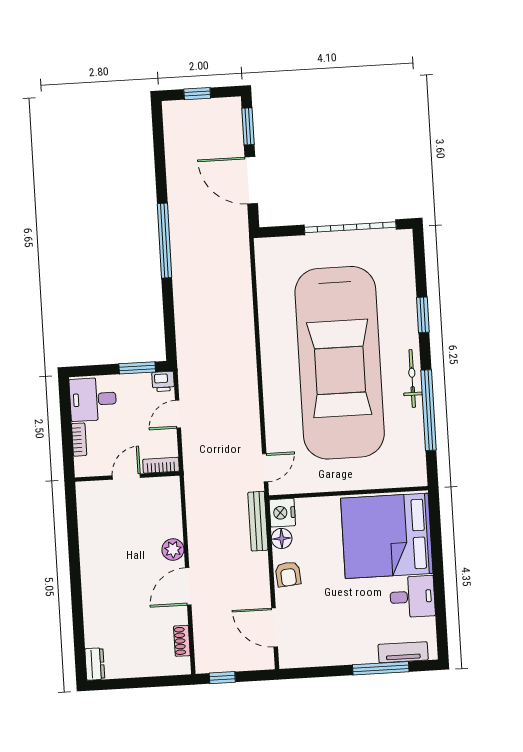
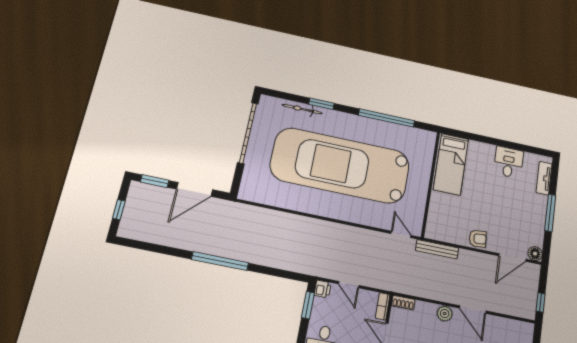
car: (340, 363) -> (340, 165), turned 180
bicycle: (412, 379) -> (302, 109), moved
nightstand: (282, 513) -> (435, 231), removed
bed: (387, 536) -> (451, 164), width x0.49
floor lamp: (282, 538) -> (535, 254), moved
shoe rack: (182, 641) -> (403, 303), moved
window: (381, 668) -> (550, 213), moved

